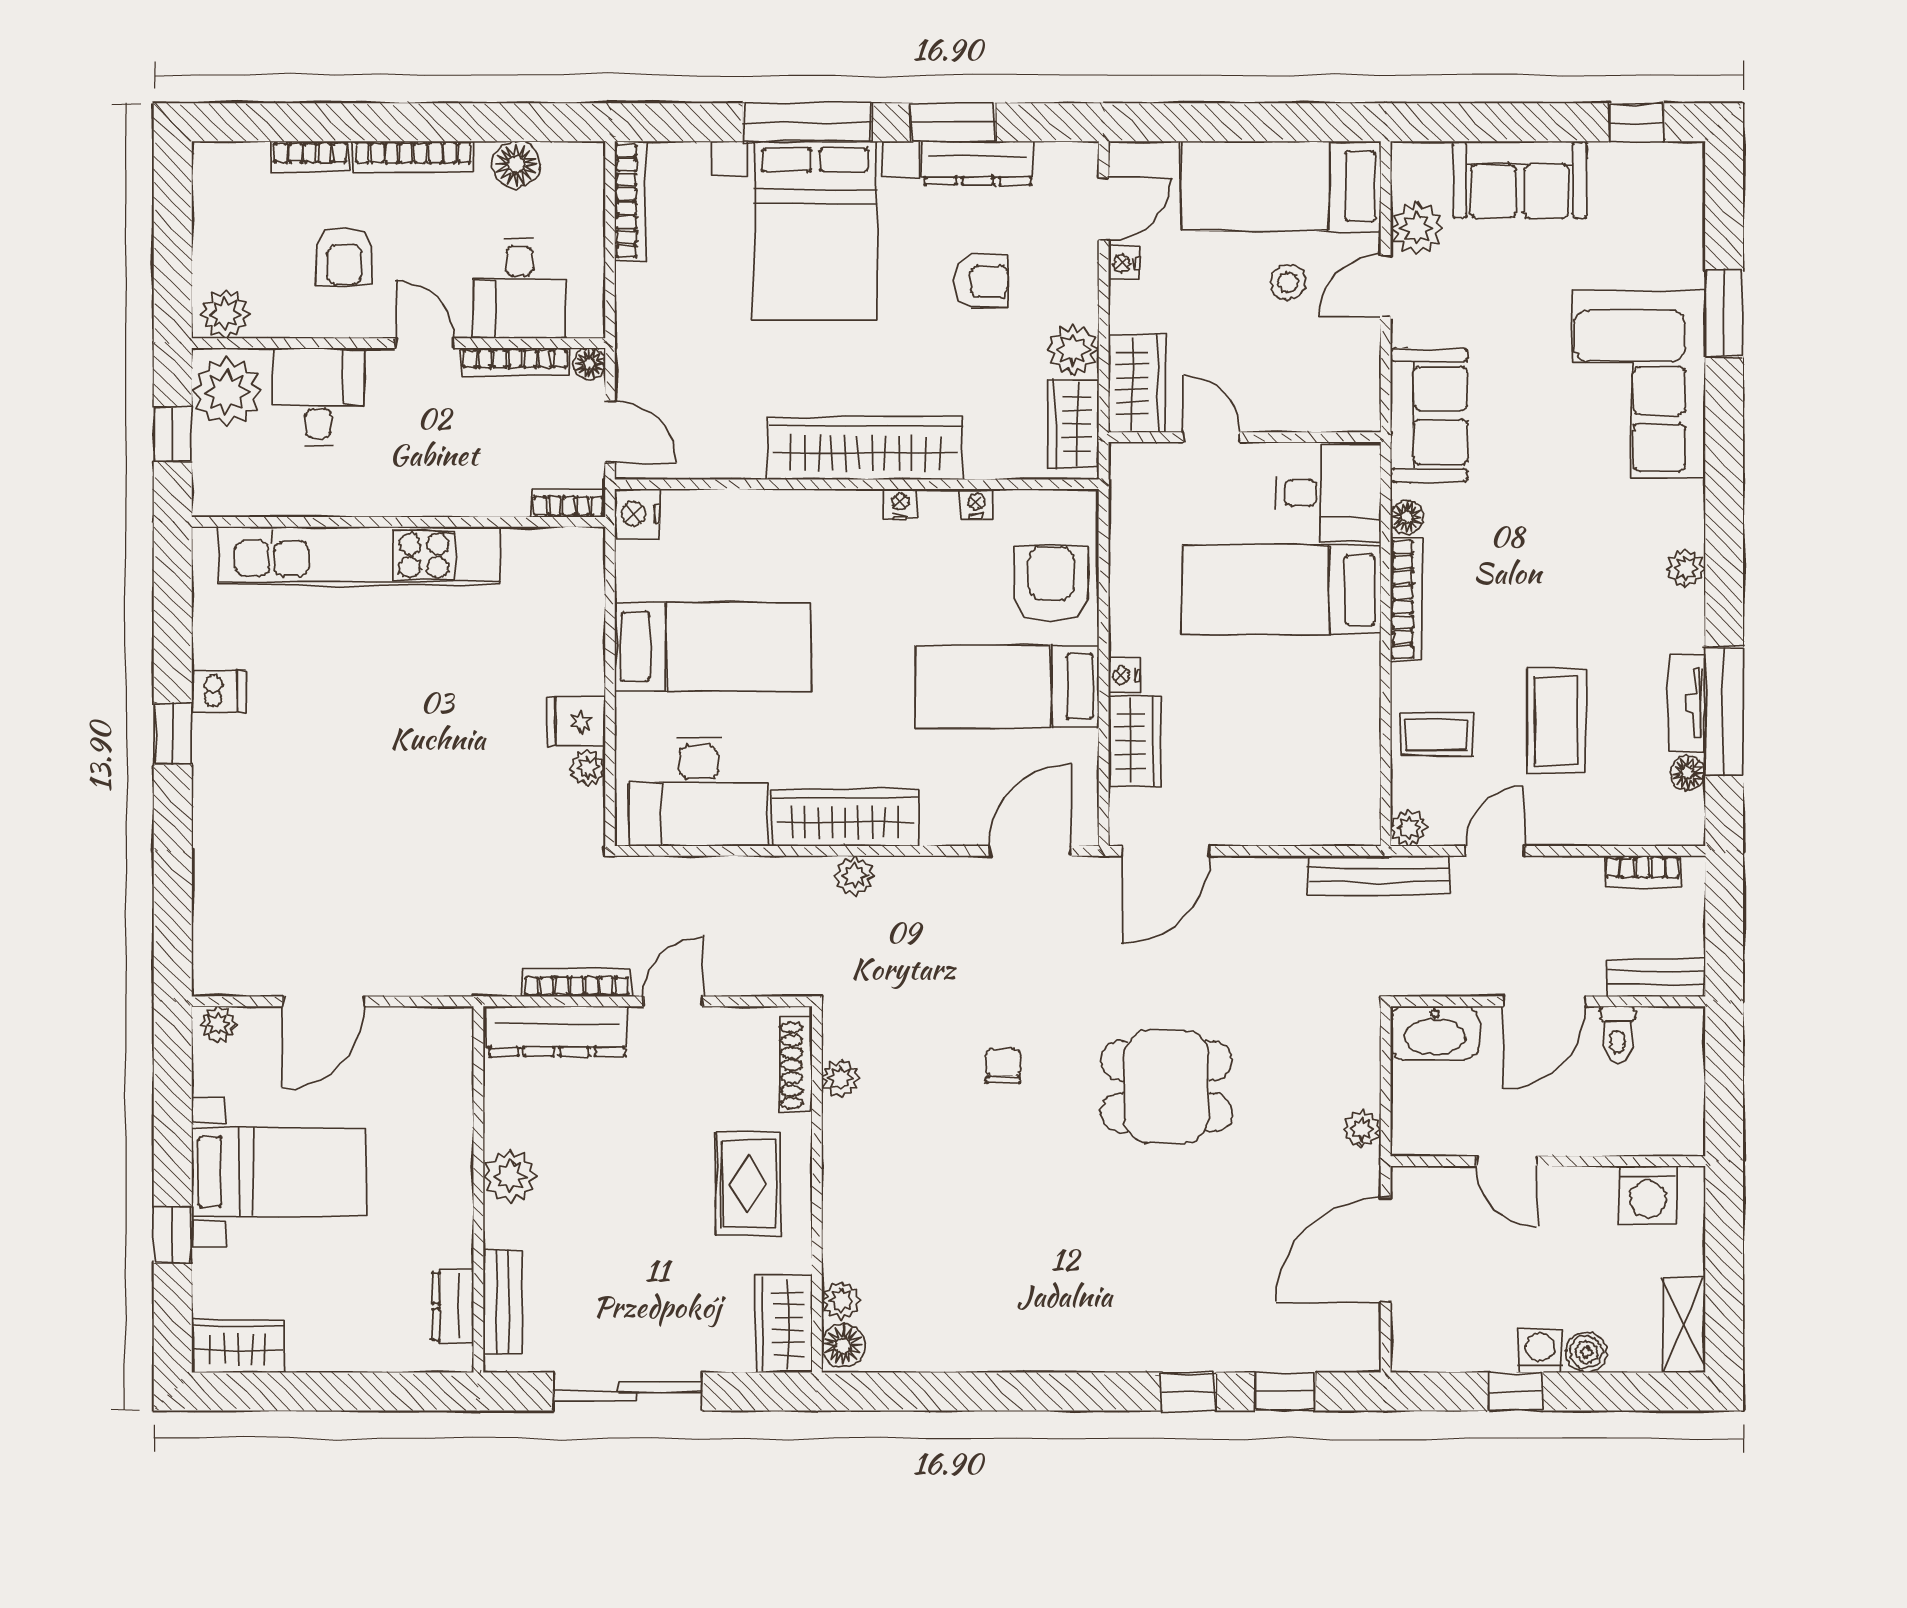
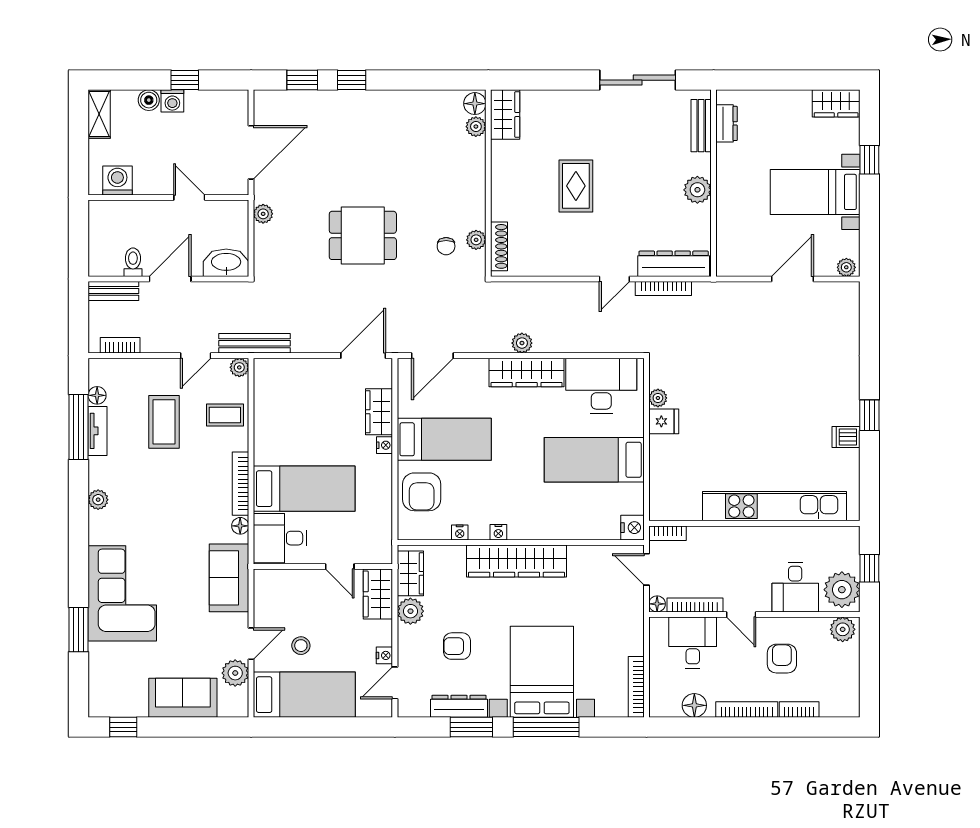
shoe rack: (796, 1065) -> (499, 246), moved
plant: (841, 1078) -> (476, 240), moved
wall: (817, 1189) -> (488, 183), moved
plant: (841, 1300) -> (476, 127), moved
wardrobe: (784, 1324) -> (505, 115), moved
floor lamp: (843, 1345) -> (475, 104), moved

